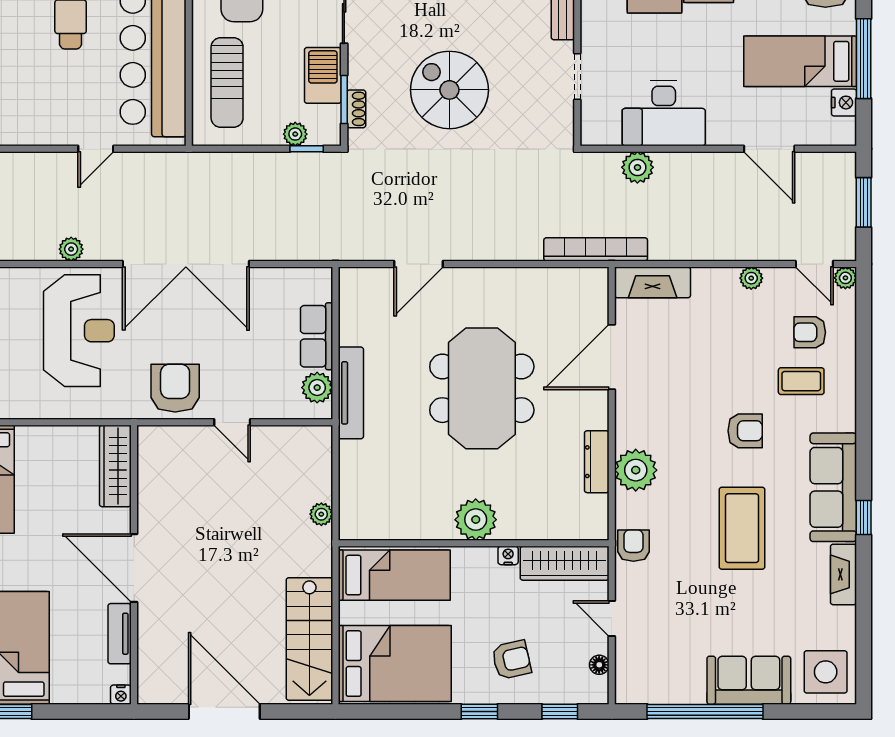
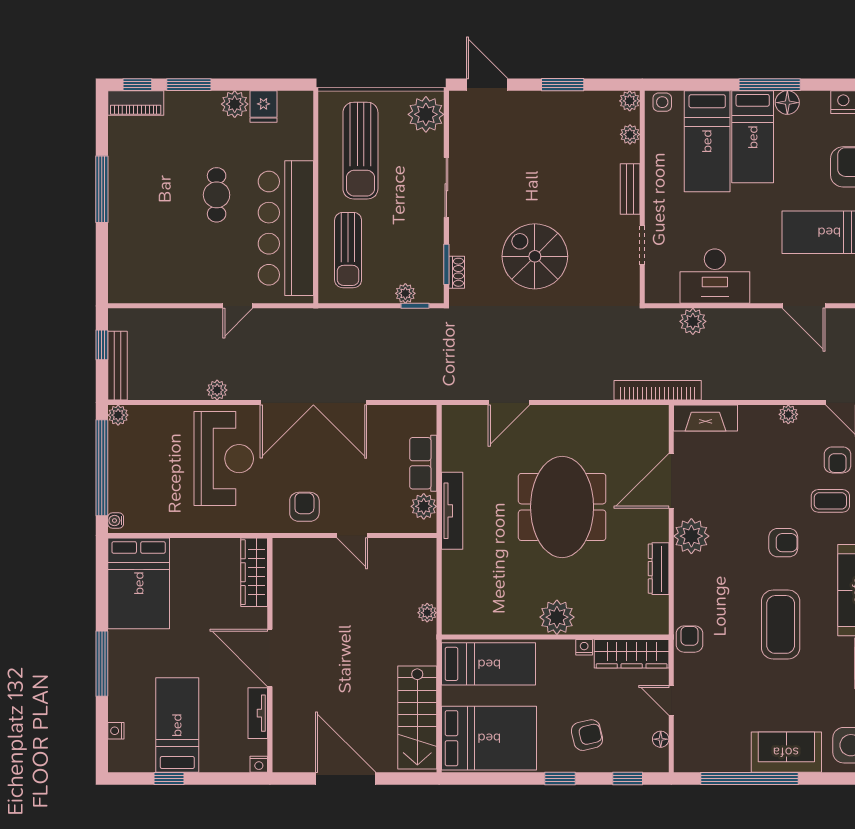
barbecue: (323, 75) -> (429, 244), removed
armchair: (810, 332) -> (837, 460), turned -90
armchair: (175, 388) -> (304, 507), width x0.72, depth x0.72
plant: (636, 470) -> (691, 536), moved

